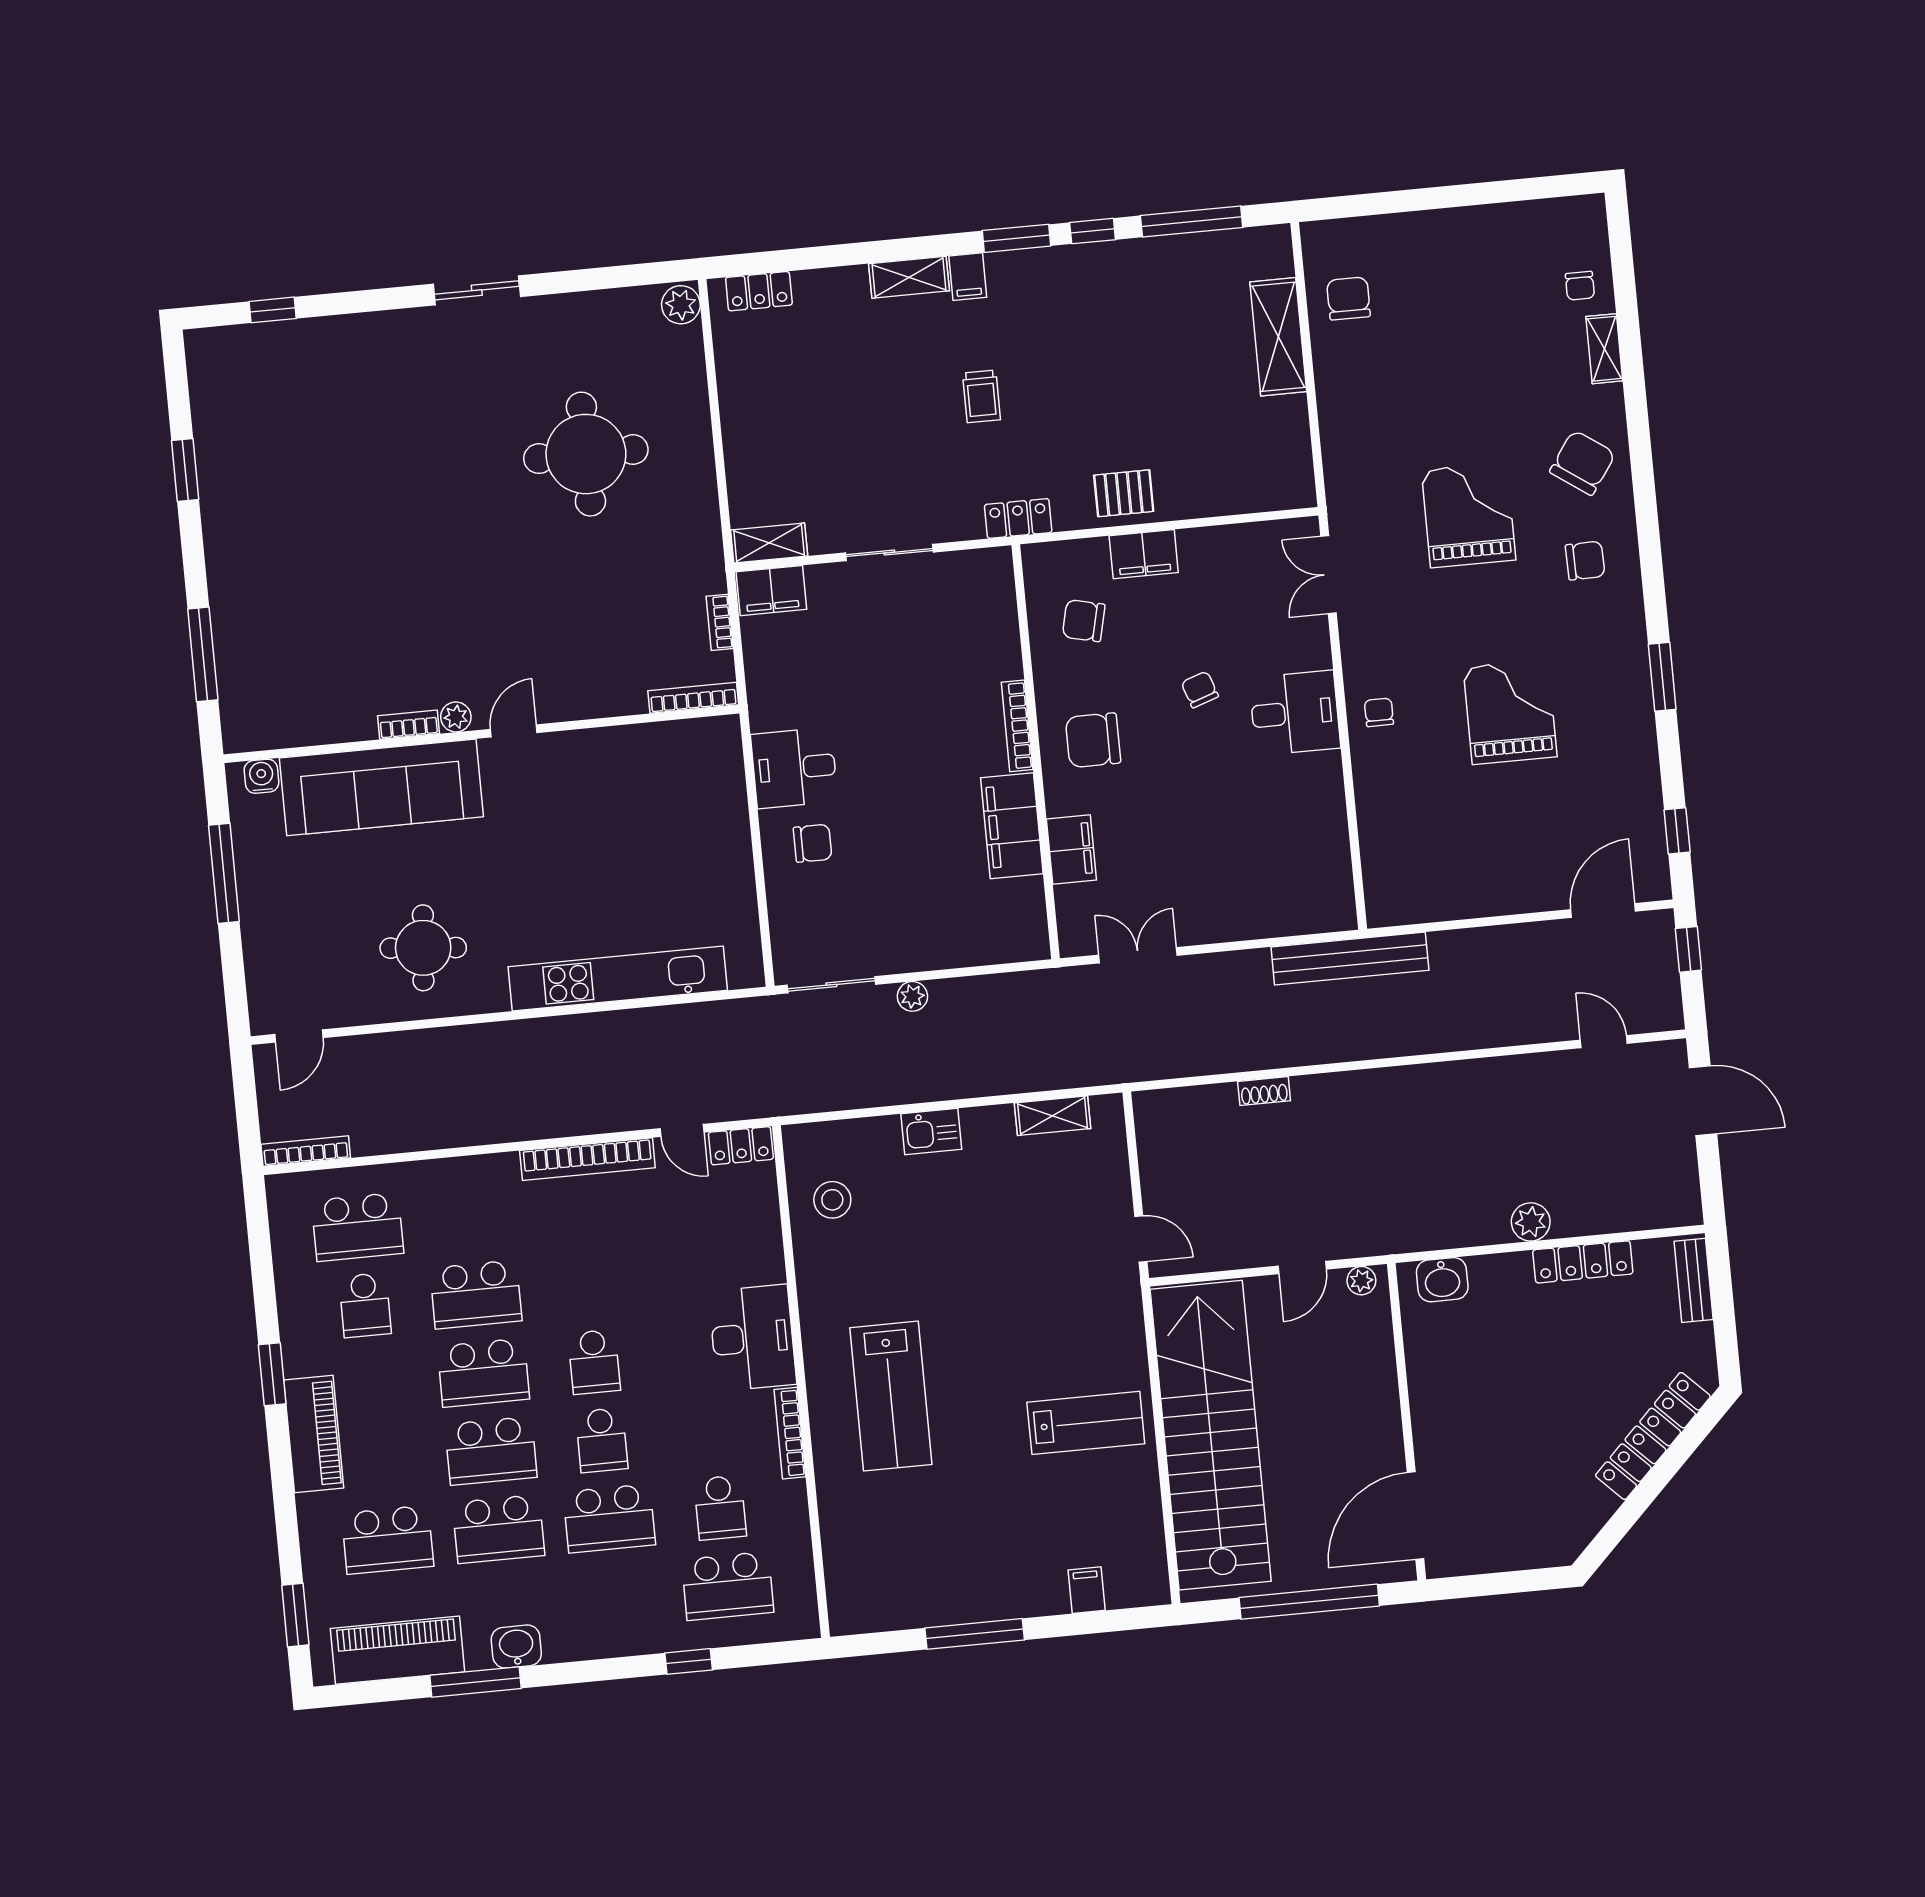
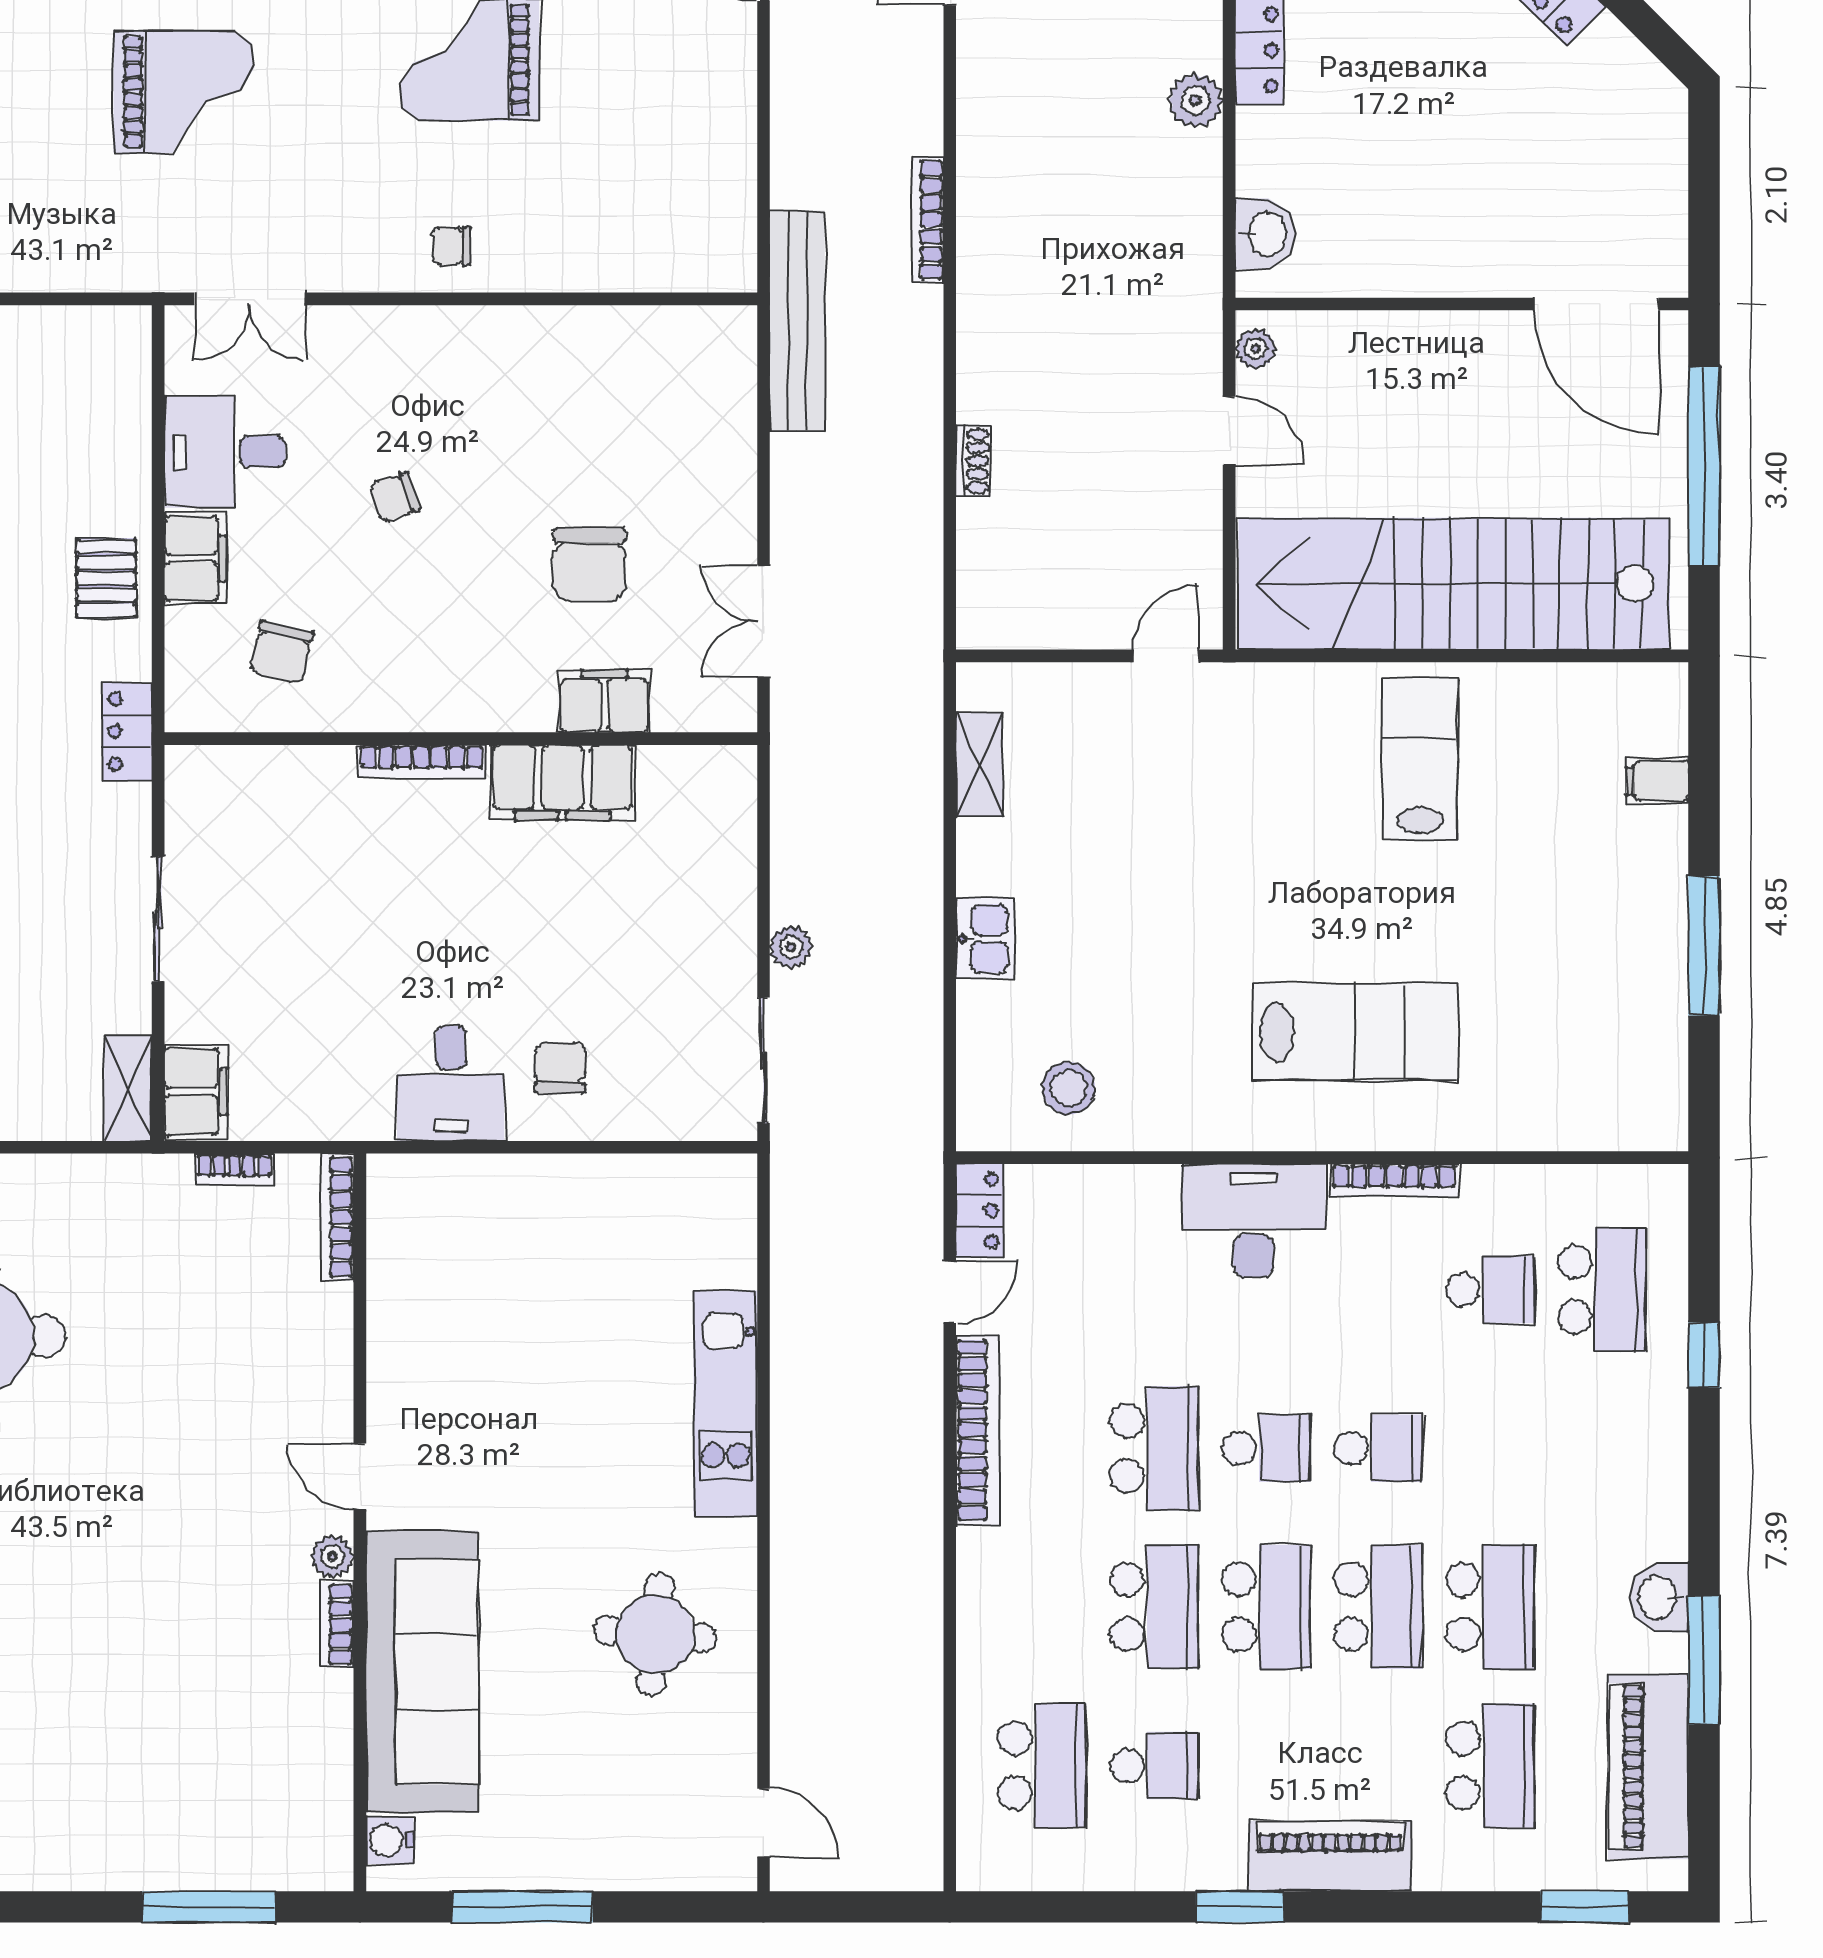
grand piano: (1469, 515) -> (184, 92), turned 180
desk: (1295, 713) -> (225, 451), moved, turned -90
chair: (1093, 740) -> (589, 564), moved
kitchen unit: (618, 979) -> (725, 1404), width x0.73
bookcase: (306, 1151) -> (927, 220), moved
school desk: (609, 1518) -> (1154, 1448), moved

